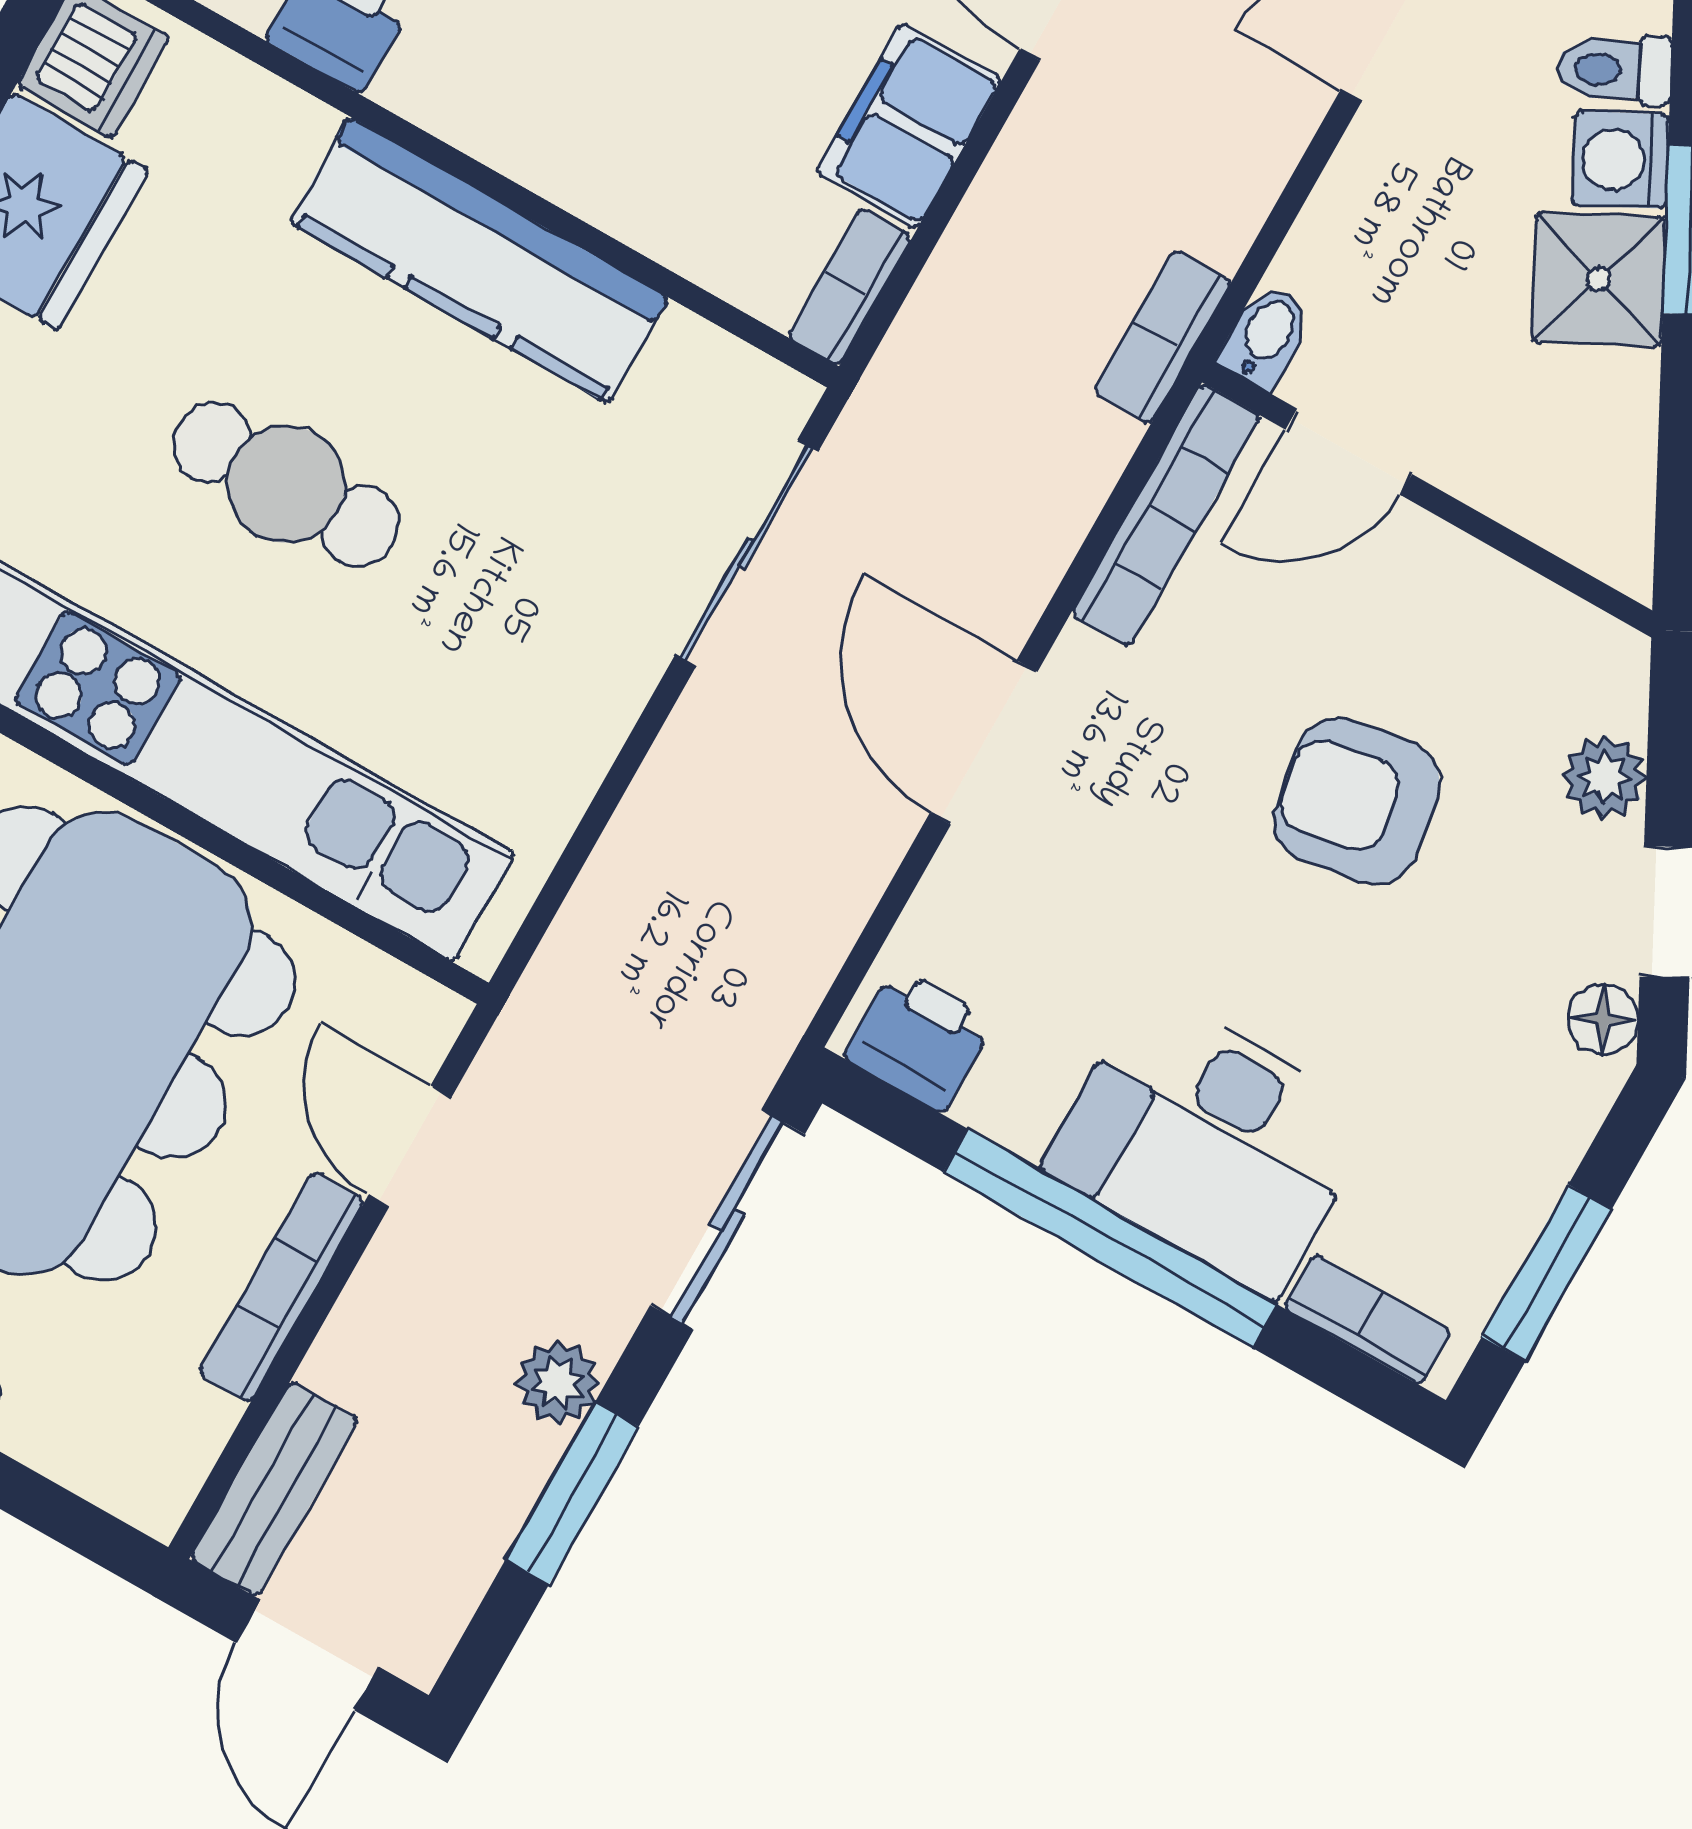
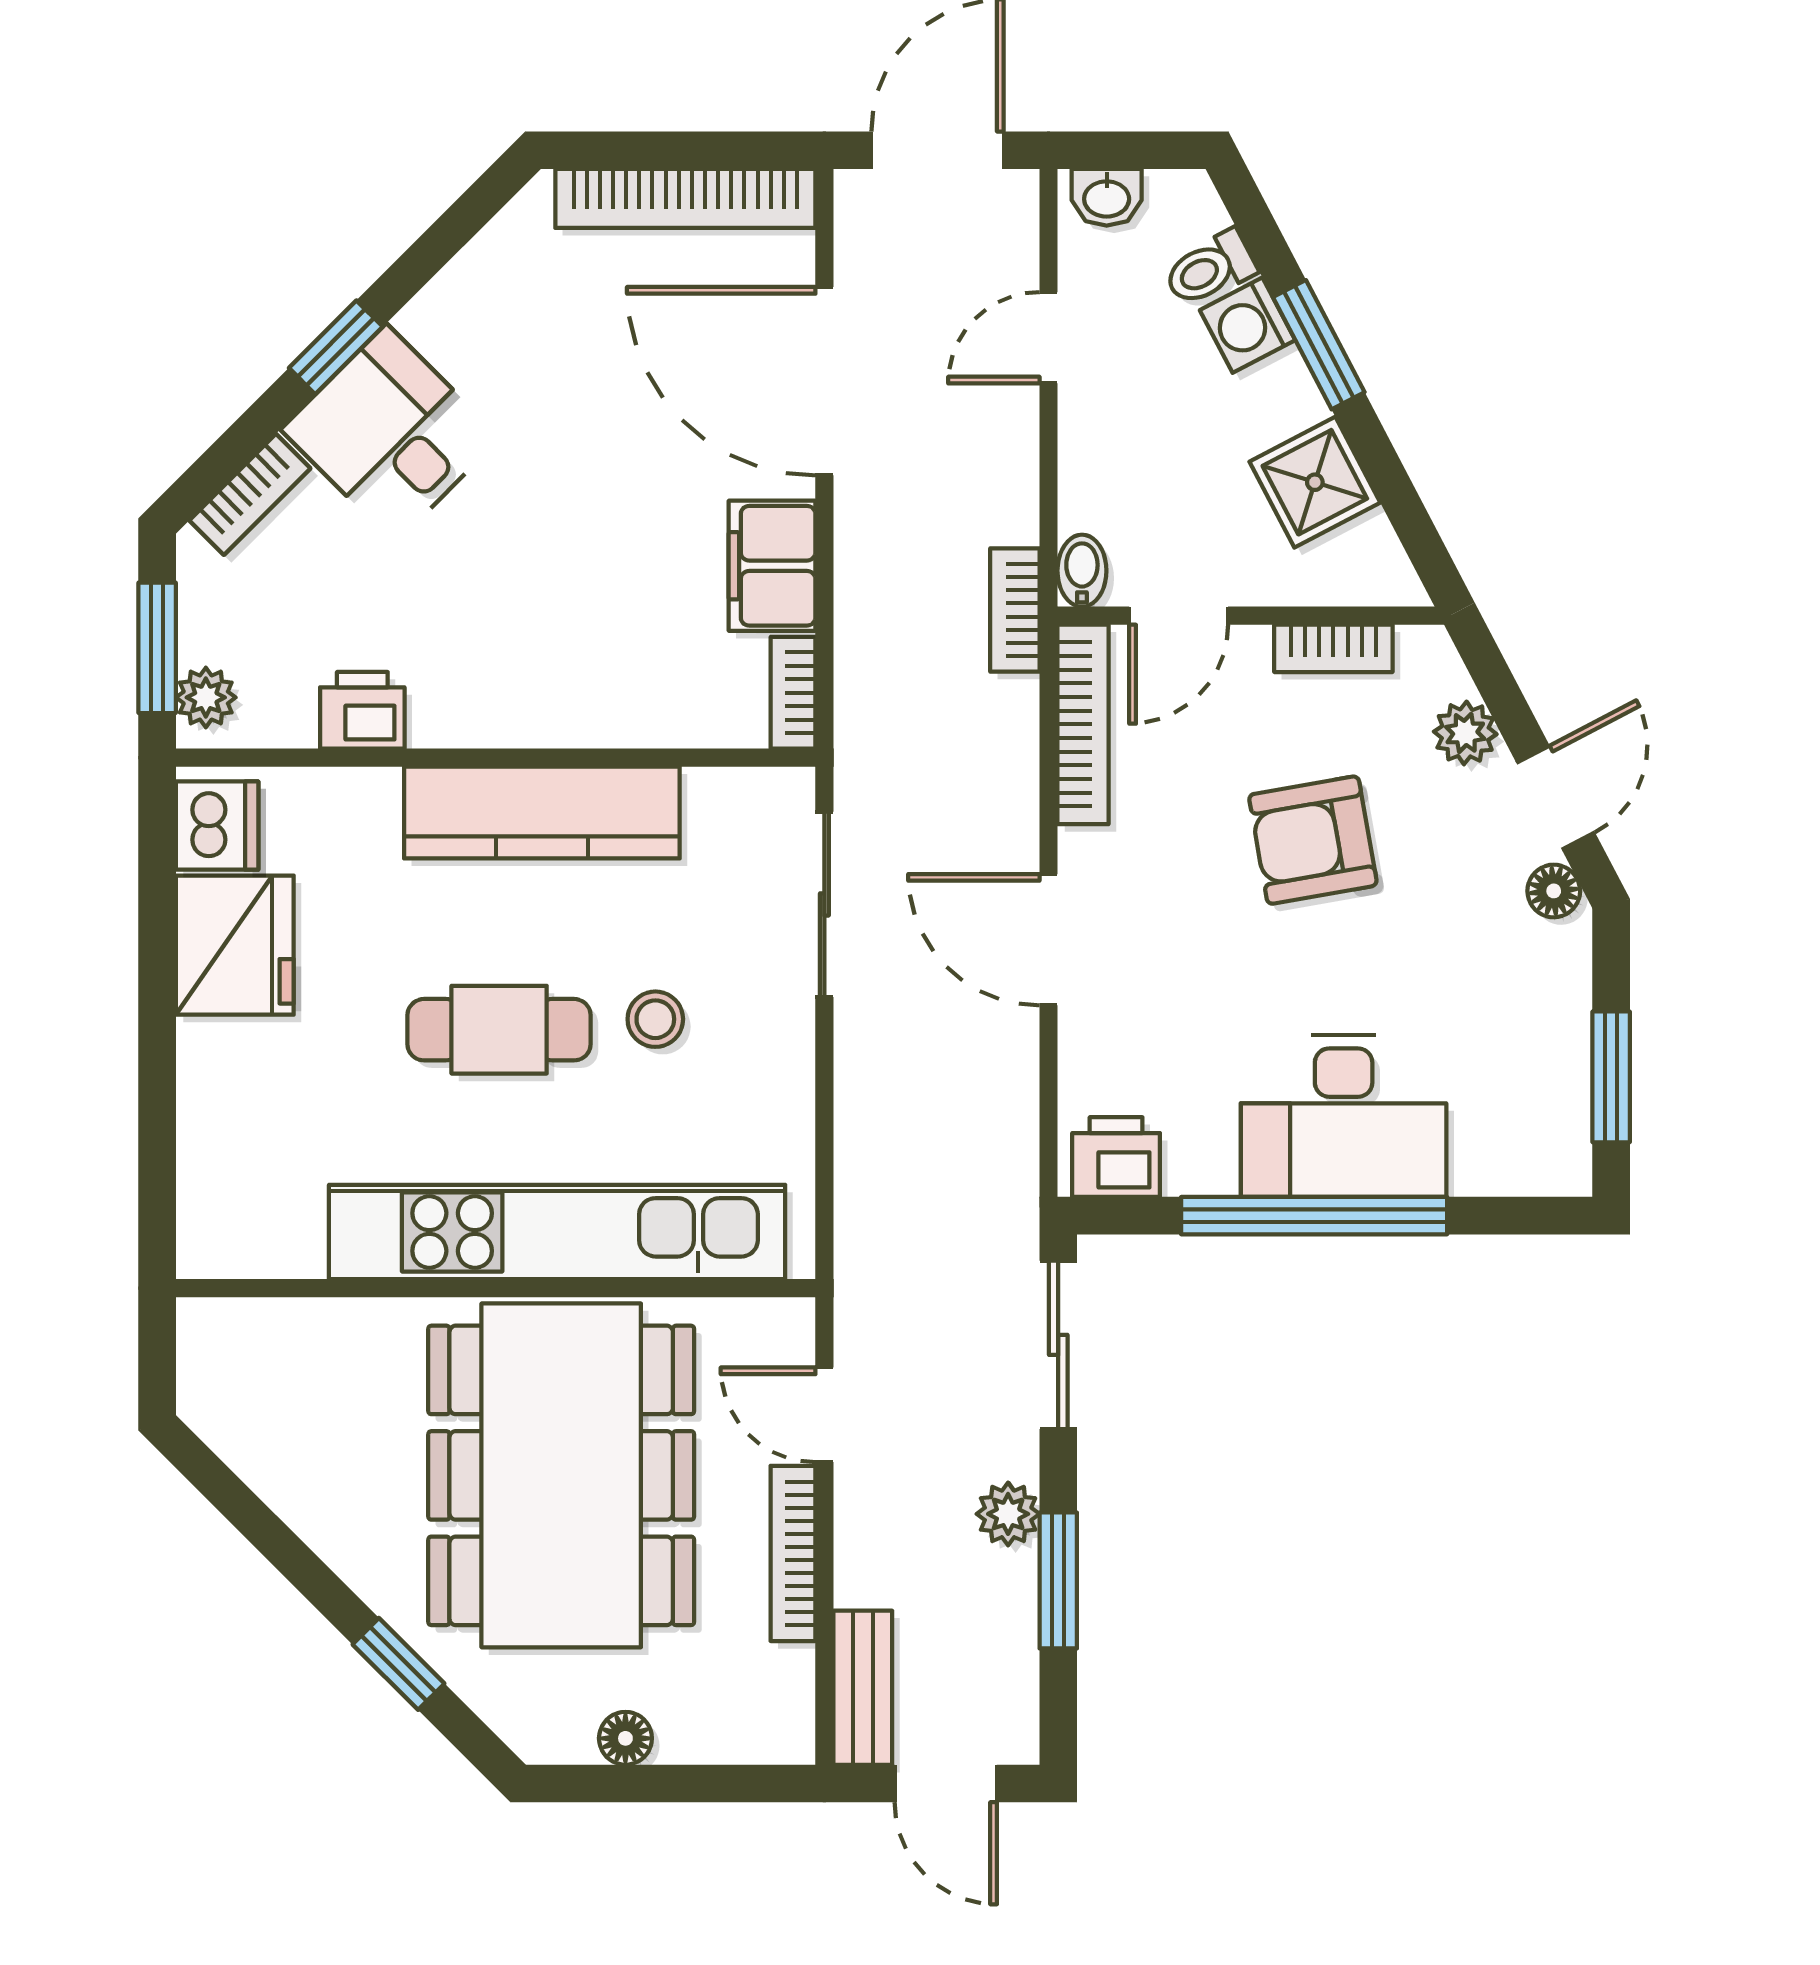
shower: (1599, 279) -> (1315, 482), moved
stool: (474, 575) -> (655, 1019), added
bookcase: (1368, 1319) -> (1333, 648), moved, turned 180

